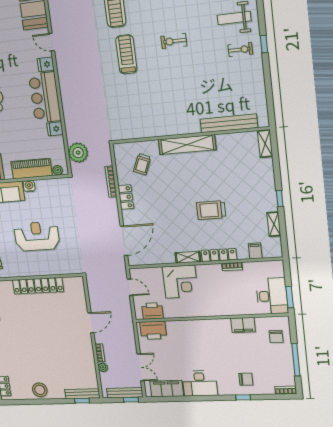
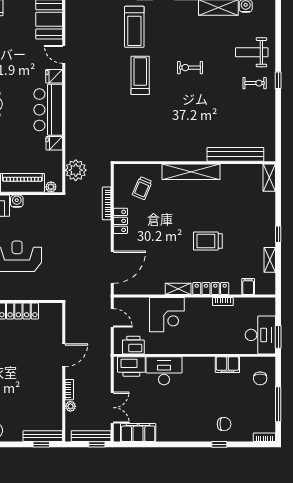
desk: (200, 383) -> (164, 371), moved, turned 180

